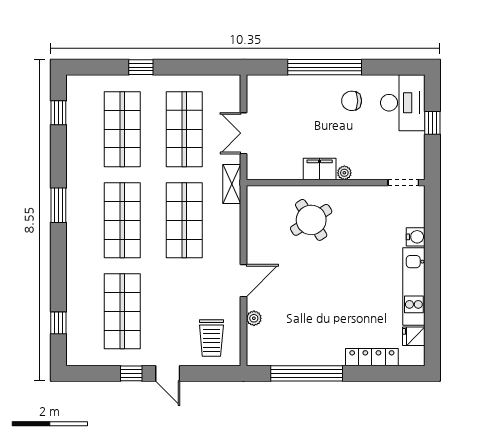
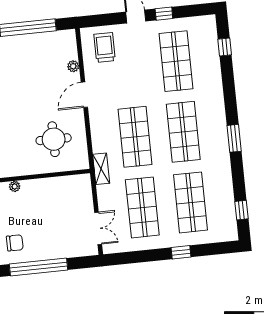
double door: (243, 133) -> (98, 228), moved
filing cabinet: (320, 169) -> (34, 187), removed
round table: (311, 220) -> (54, 139), moved, turned 33

